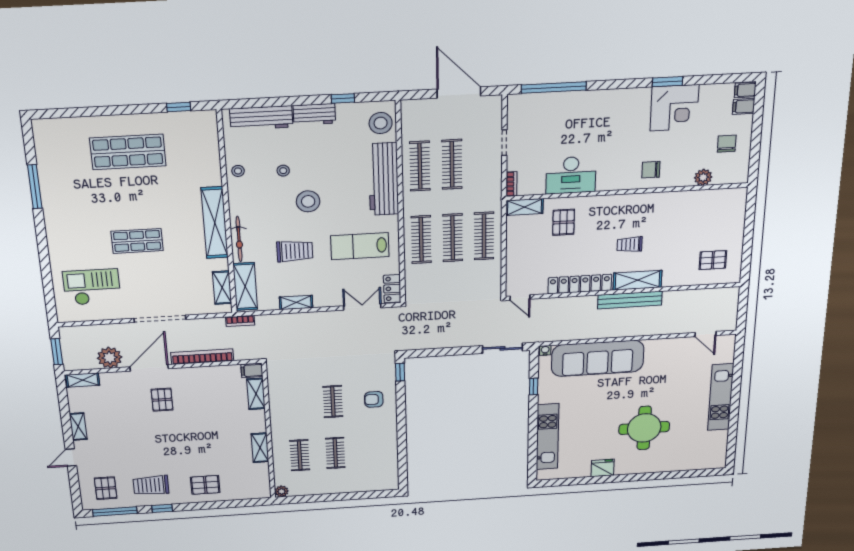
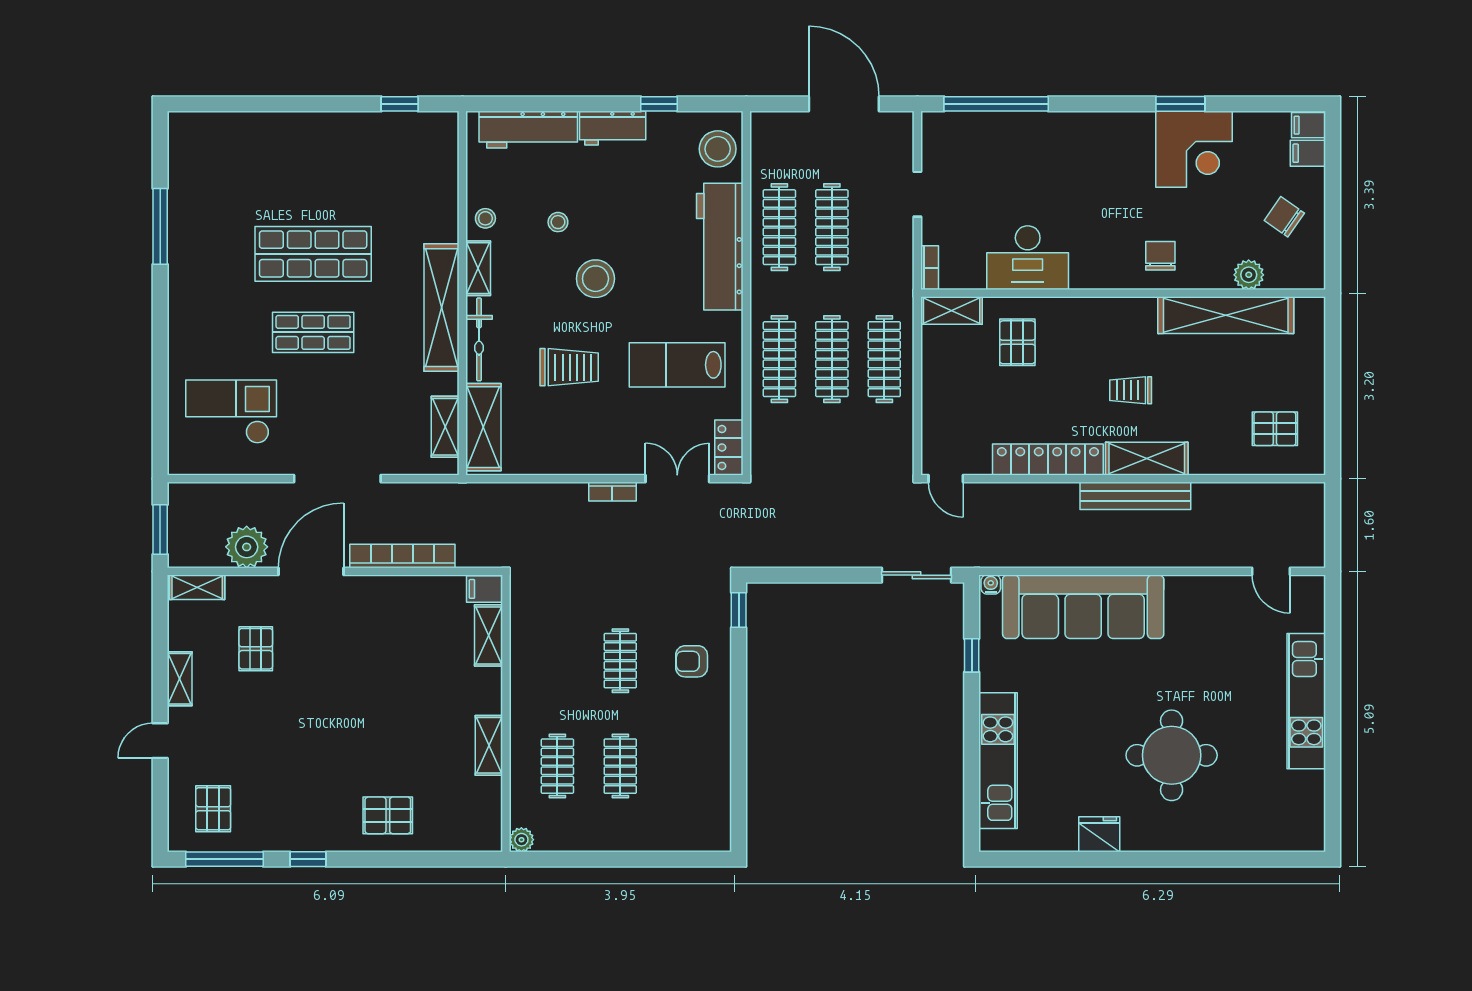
chair: (727, 144) -> (1284, 217), turned -55
shop shelf: (128, 152) -> (313, 254), moved
chair: (651, 170) -> (1160, 256), turned 90
shelving: (688, 200) -> (1226, 315), added
shelving: (296, 302) -> (478, 268), moved, turned 90
bookcase: (240, 321) -> (612, 492), moved
pallet: (162, 400) -> (256, 649), moved
trolley: (151, 485) -> (293, 809), removed

